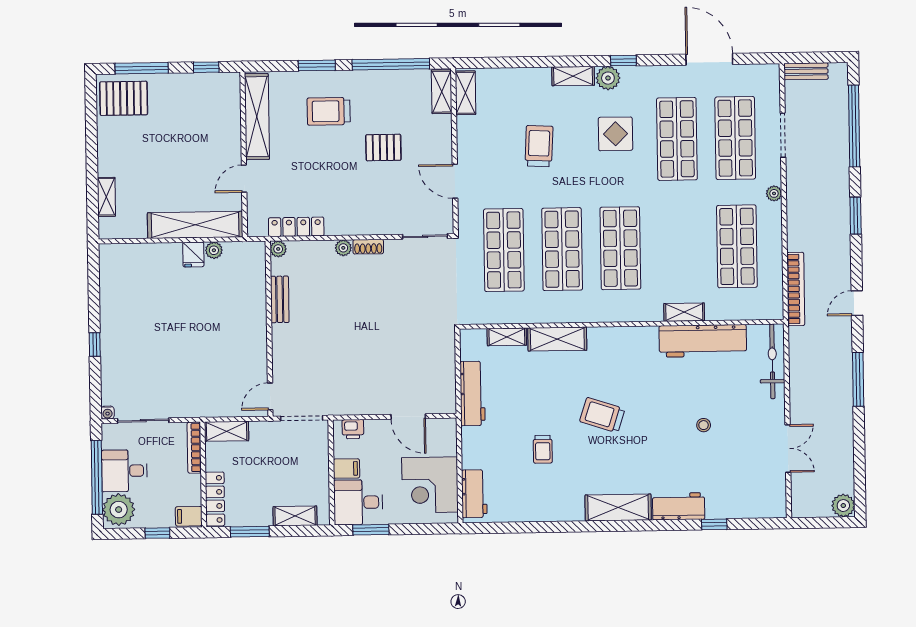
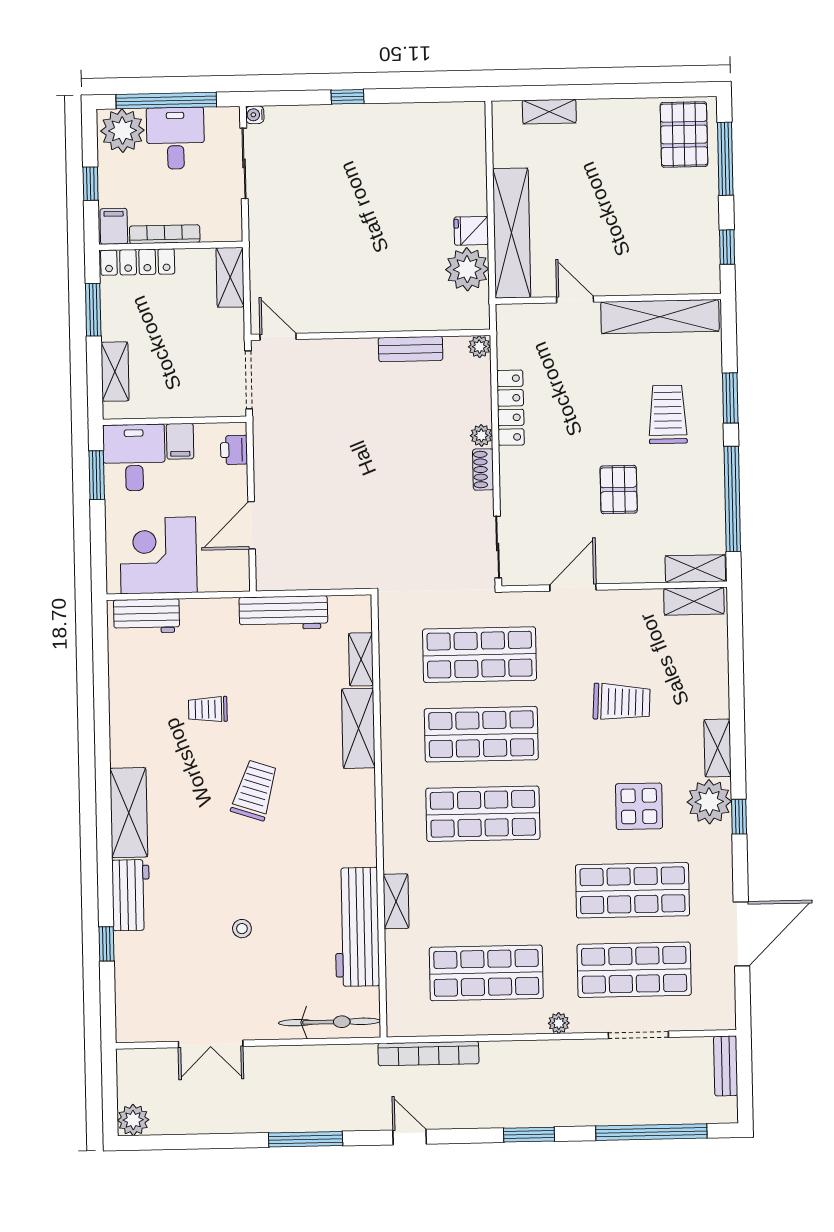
plant: (608, 78) -> (709, 802), width x1.36, depth x1.36
locker: (296, 227) -> (511, 408), moved
plant: (214, 250) -> (467, 269), width x1.88, depth x1.88
bookcase: (194, 448) -> (165, 234), moved

